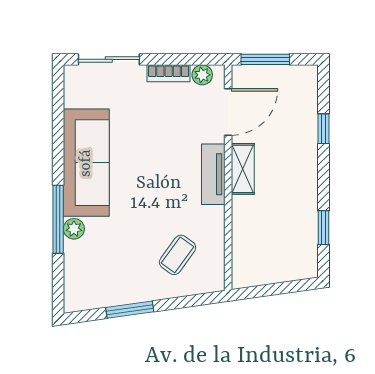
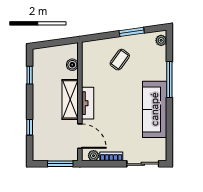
door: (228, 112) -> (80, 136), swing flipped
shelving: (243, 169) -> (70, 99), width x1.50, depth x1.33
plant: (74, 229) -> (161, 40), moved
boiler: (242, 247) -> (72, 65), added
coffee table: (178, 255) -> (120, 60), moved

